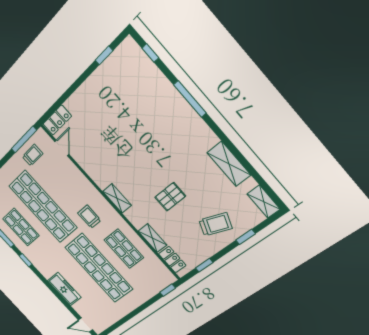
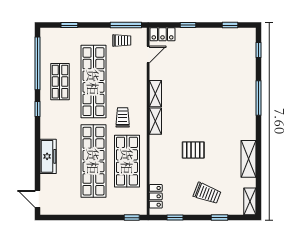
window: (70, 92) -> (188, 25), added
shelving: (152, 238) -> (155, 94), moved
shop shelf: (124, 249) -> (127, 161), width x1.43, depth x1.36

